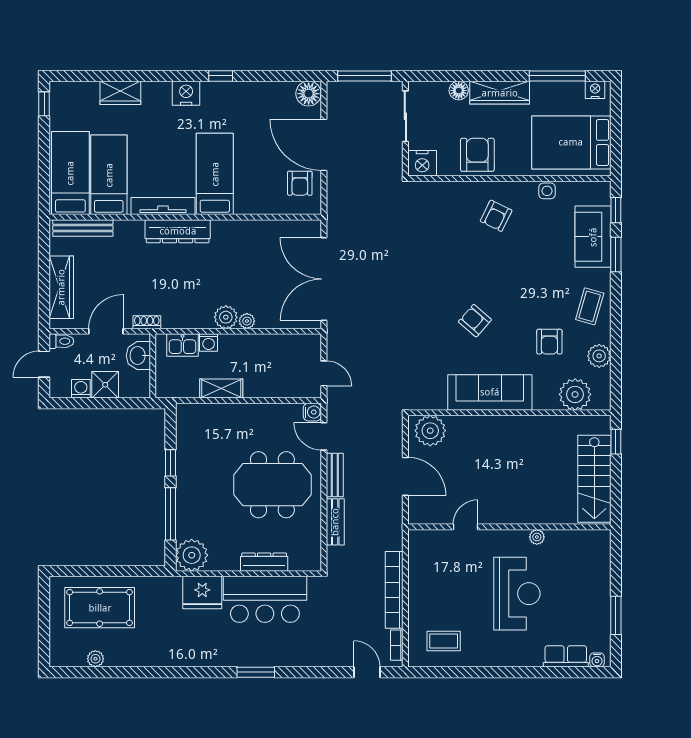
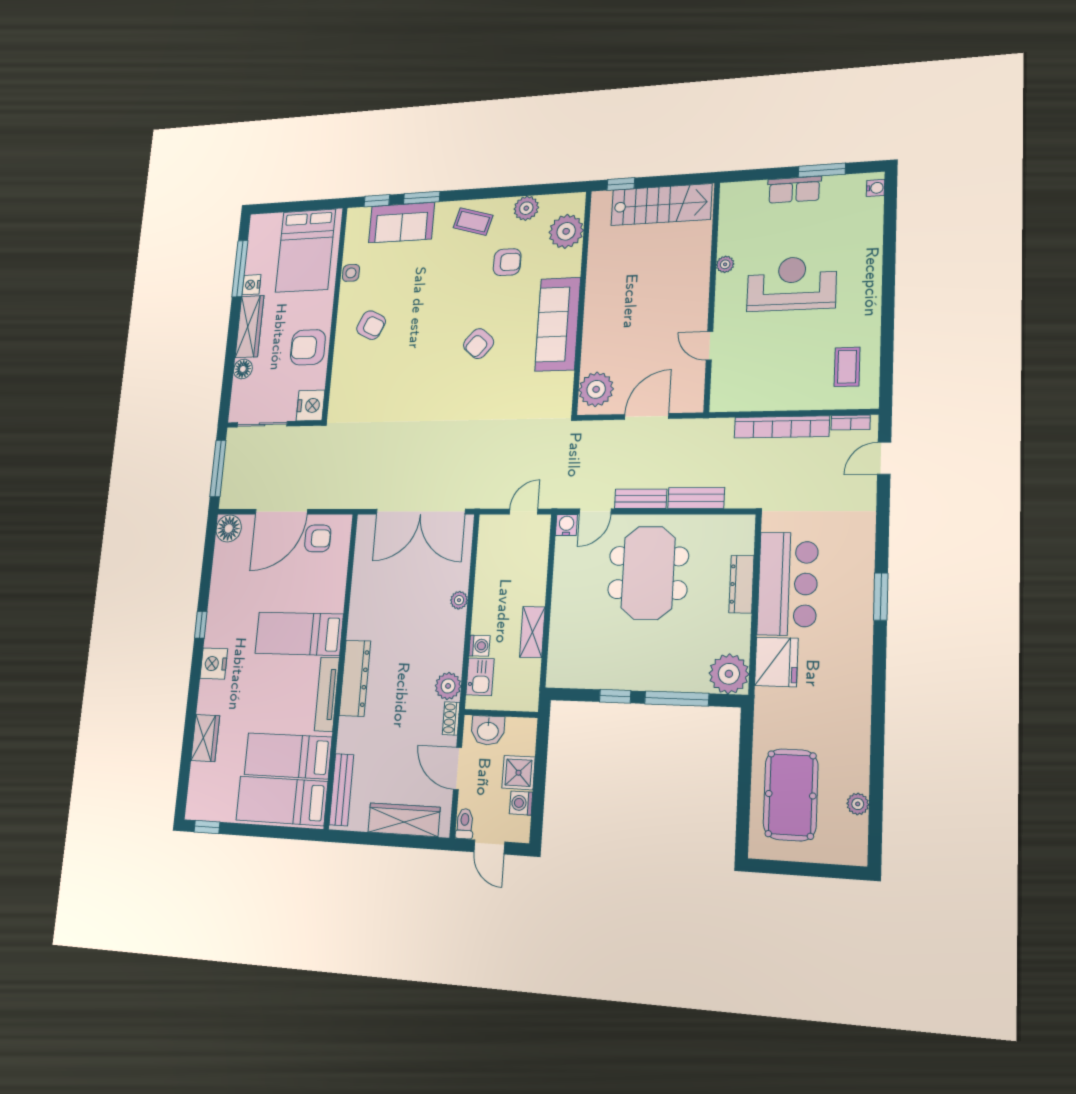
nightstand: (595, 90) -> (251, 285), moved
plant: (226, 317) -> (448, 686), moved
row of seats: (566, 656) -> (794, 190), moved, turned -90

